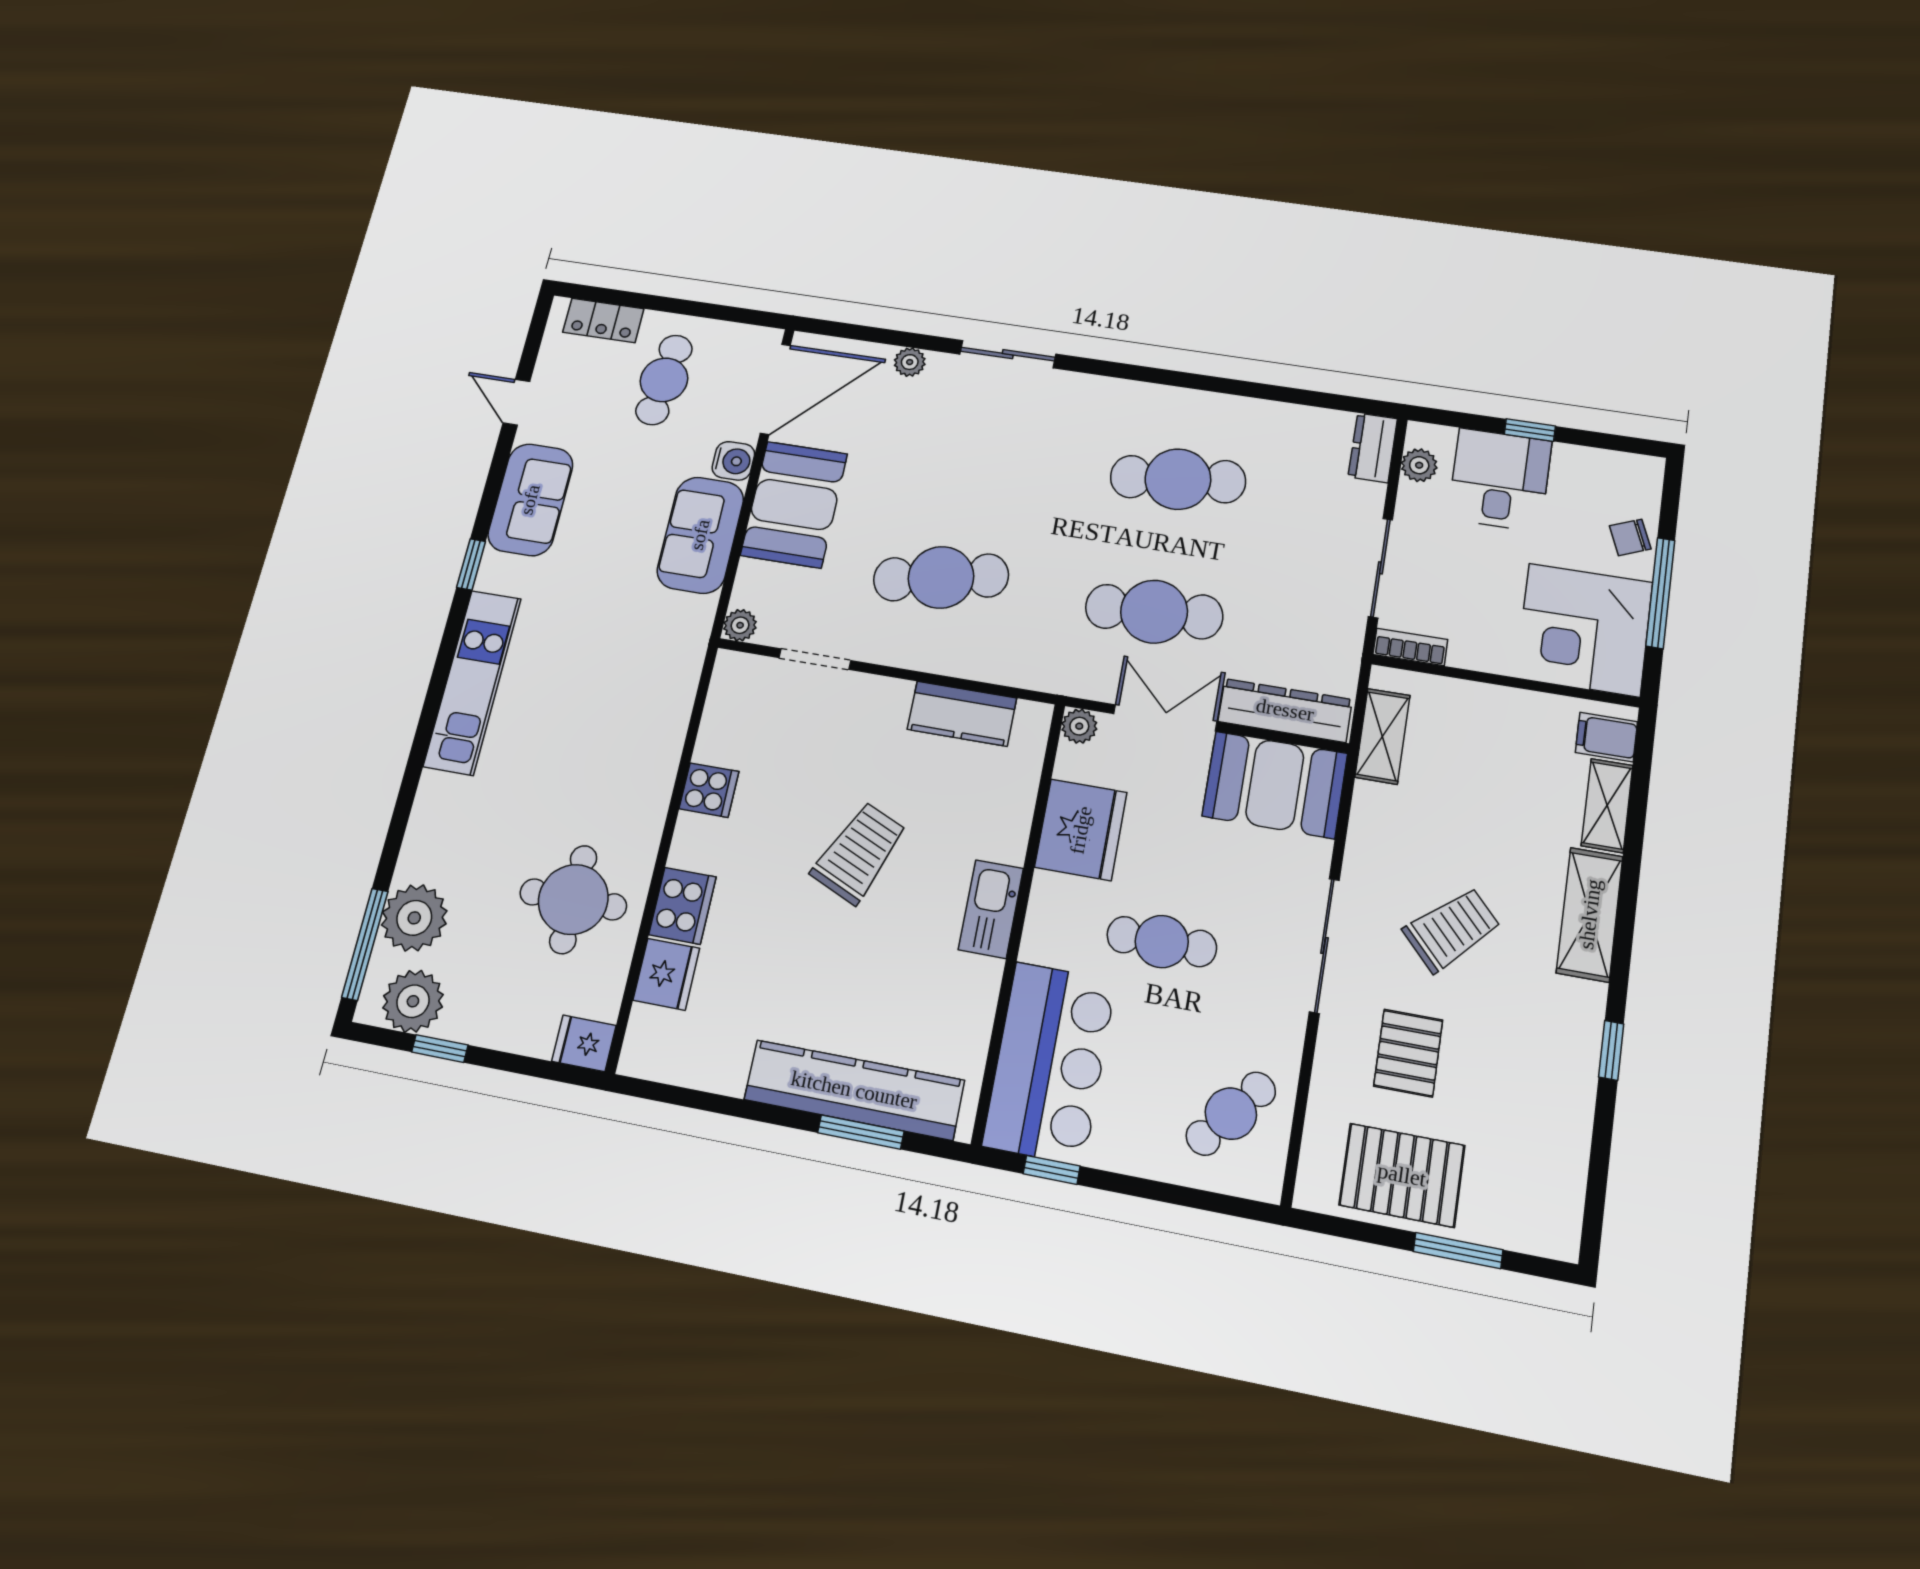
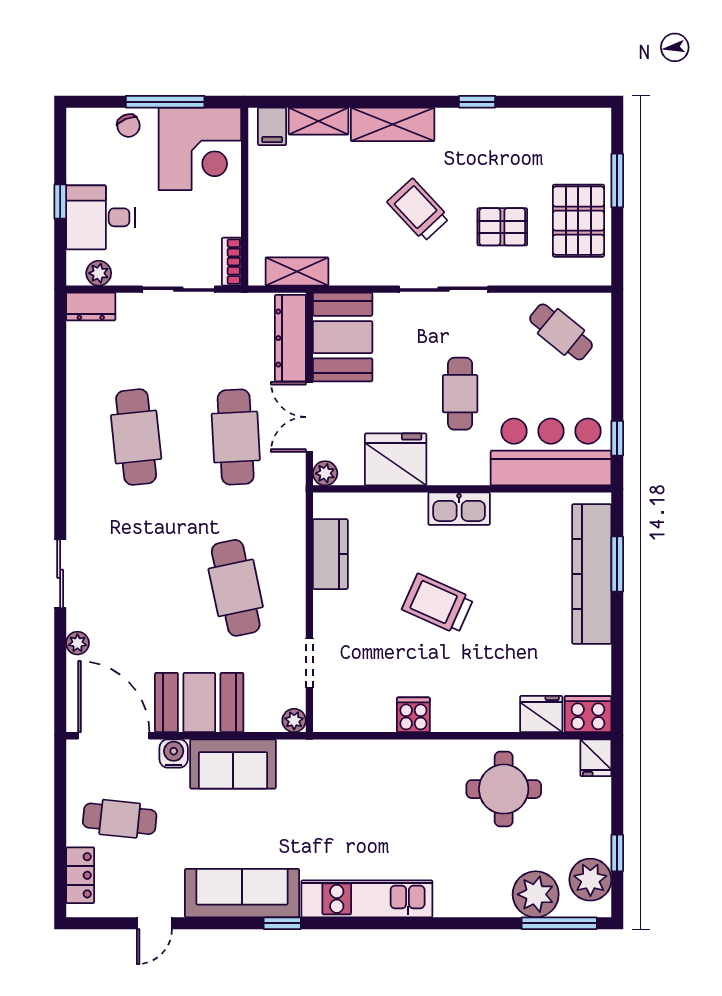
sofa: (530, 500) -> (242, 893), width x1.36
cooker: (682, 906) -> (588, 714), moved

